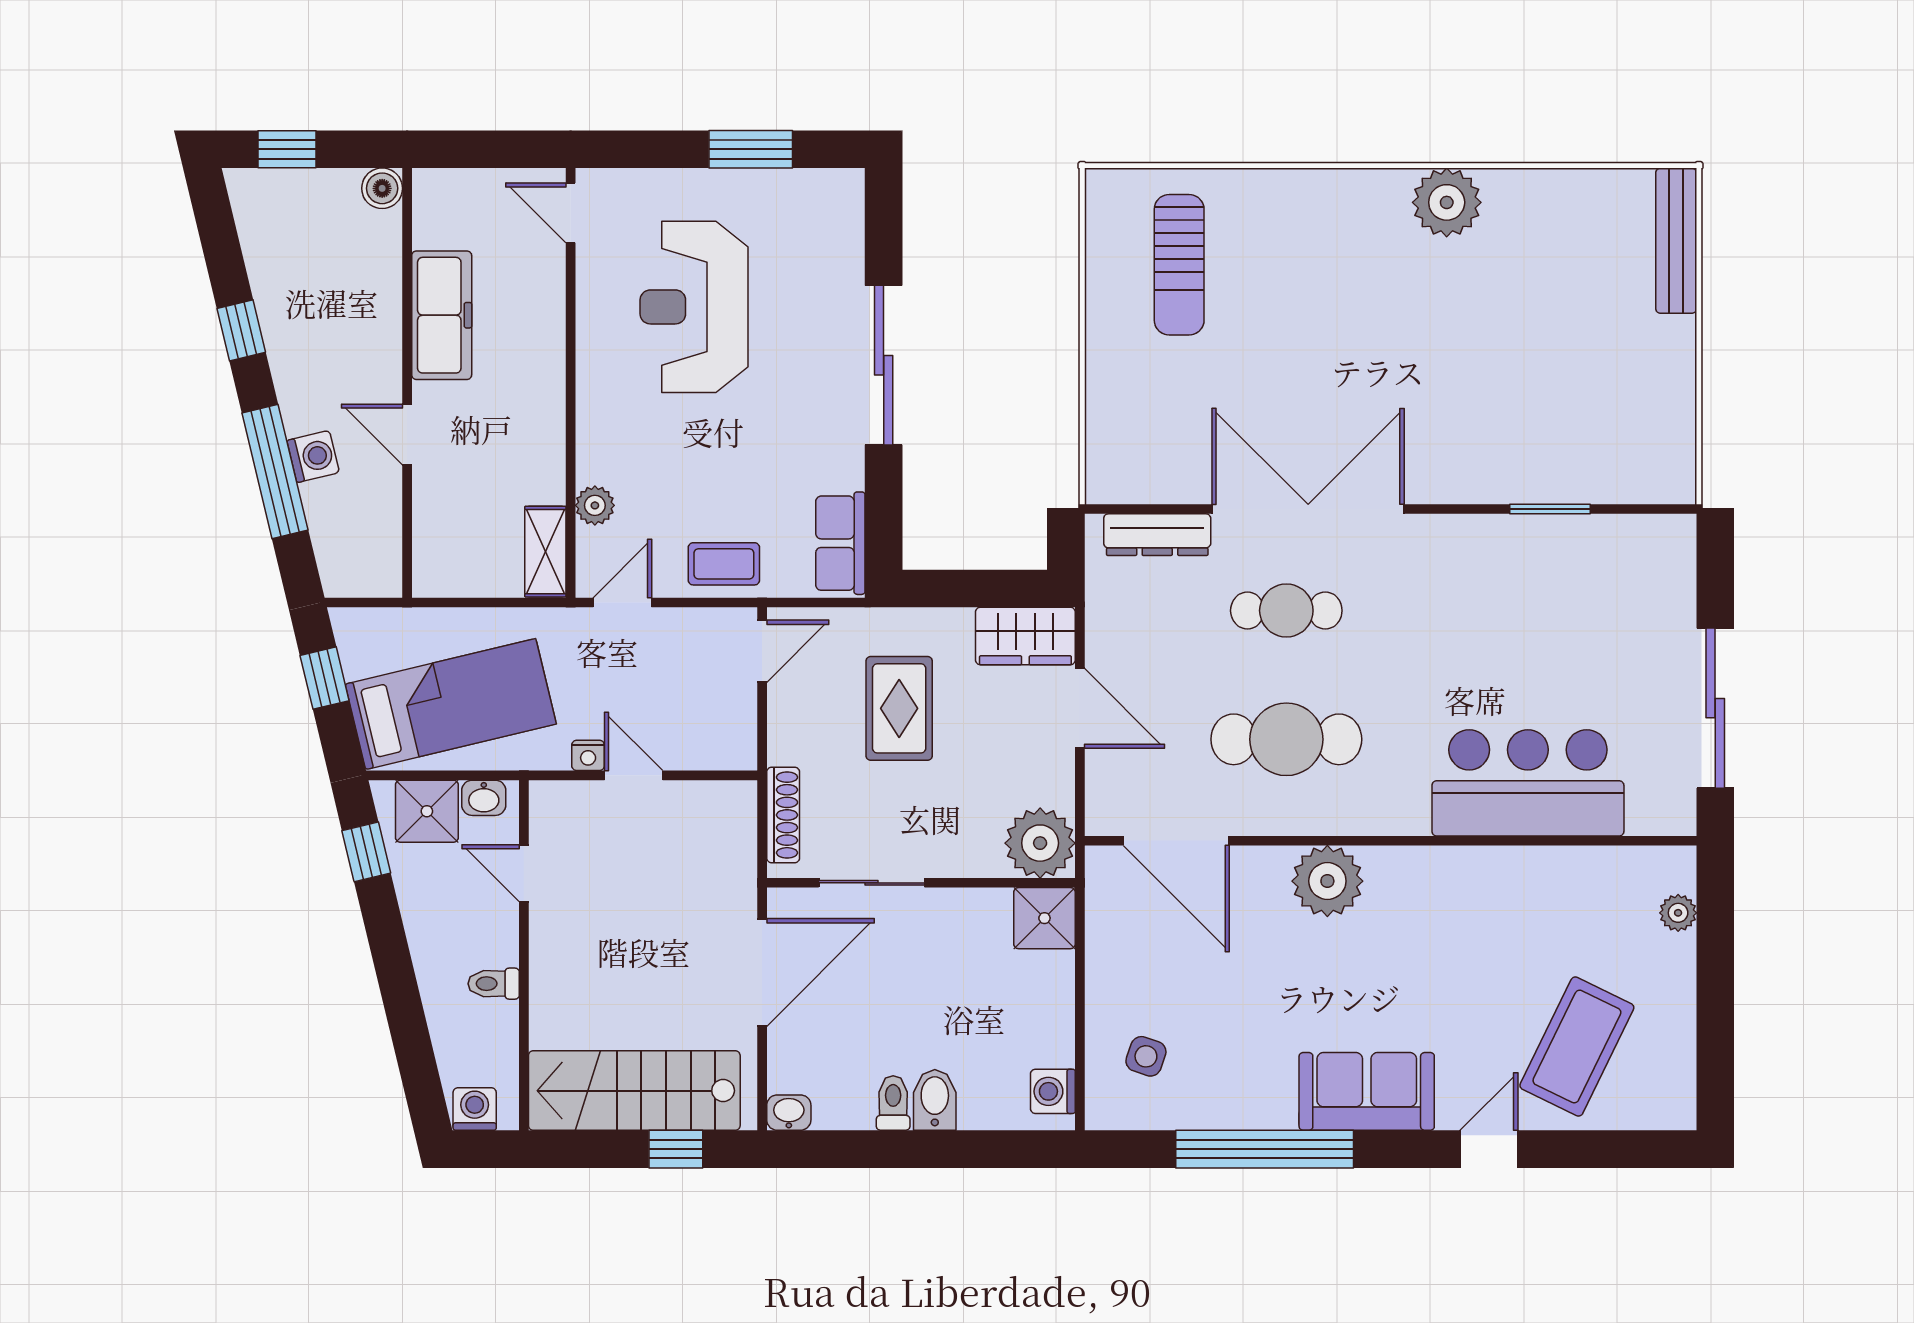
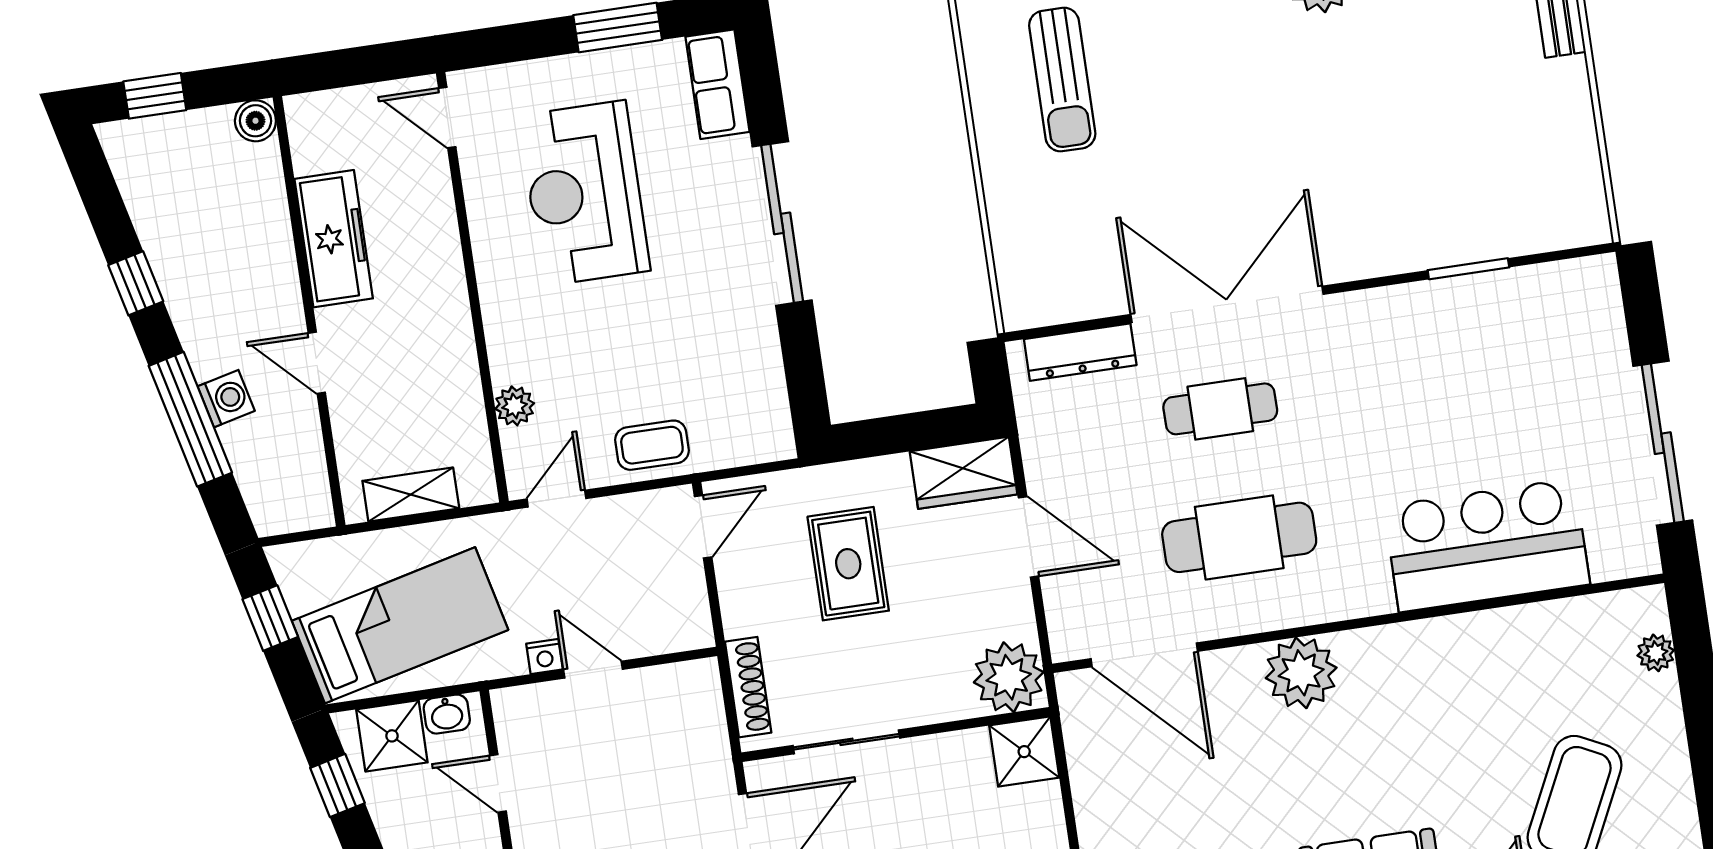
row of seats: (840, 543) -> (717, 84), moved
shelving: (545, 552) -> (411, 495), moved, turned 90

